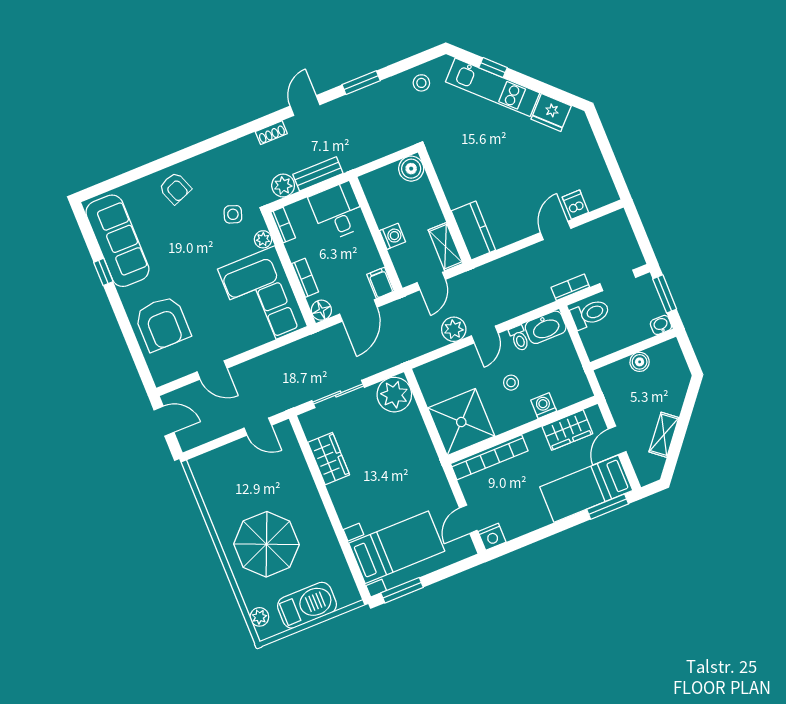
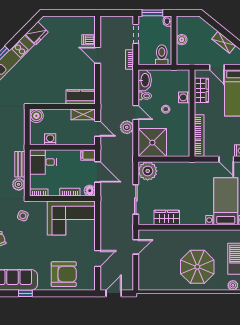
washing machine: (392, 236) -> (50, 139), moved
plant: (263, 239) -> (42, 206), removed
toilet: (590, 314) -> (162, 55), moved
shower: (461, 422) -> (152, 143), moved

